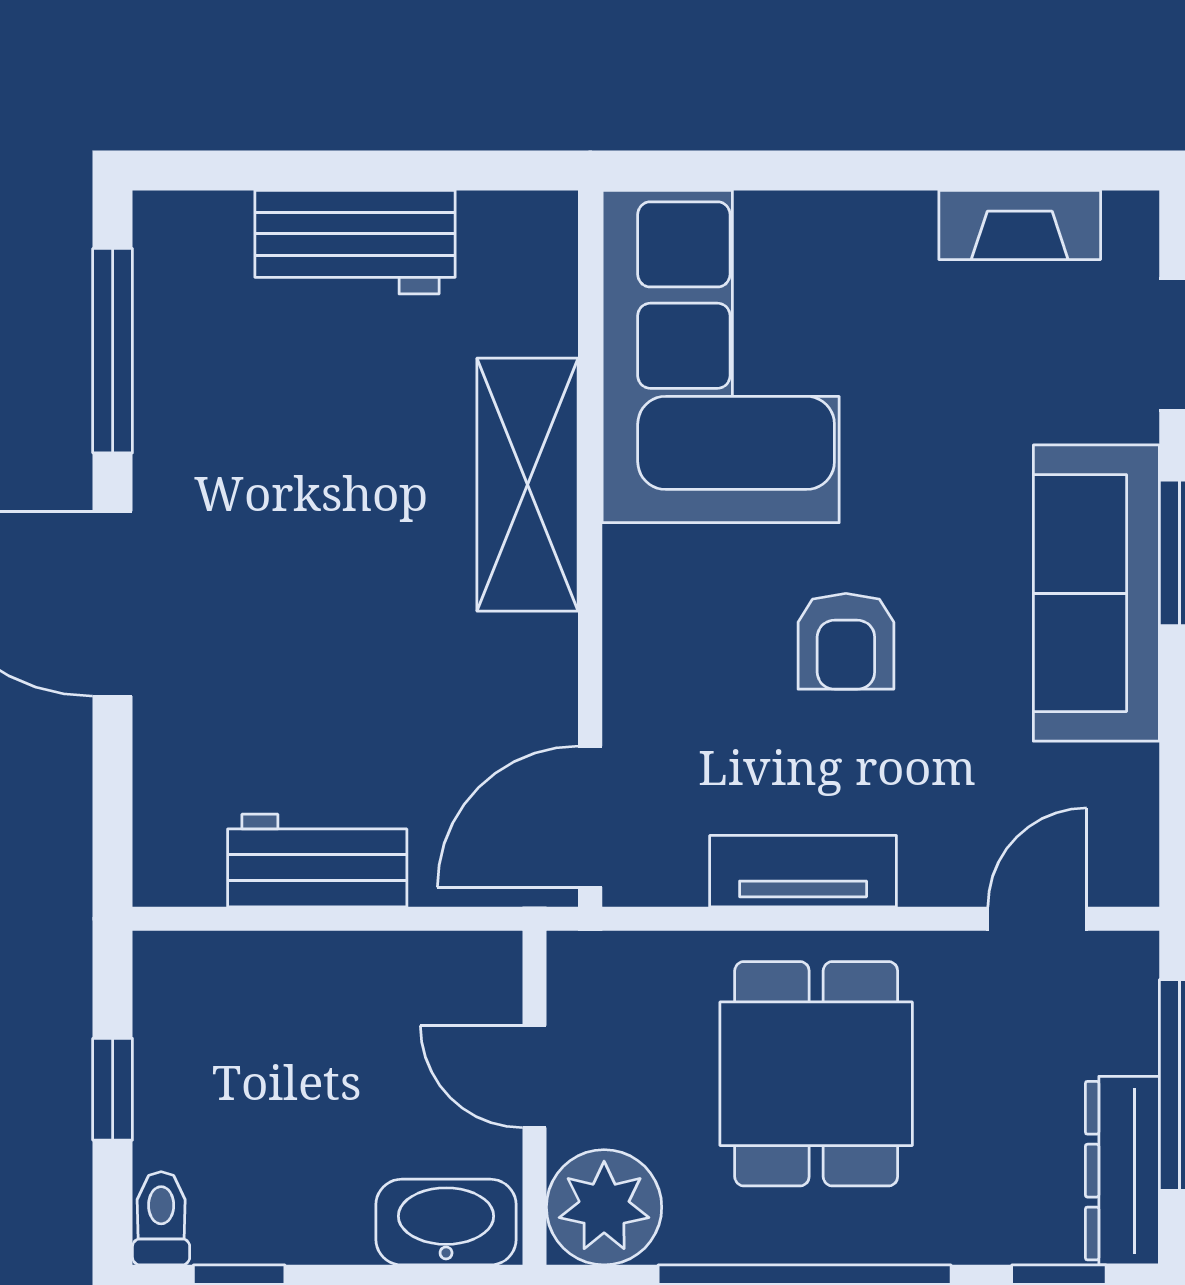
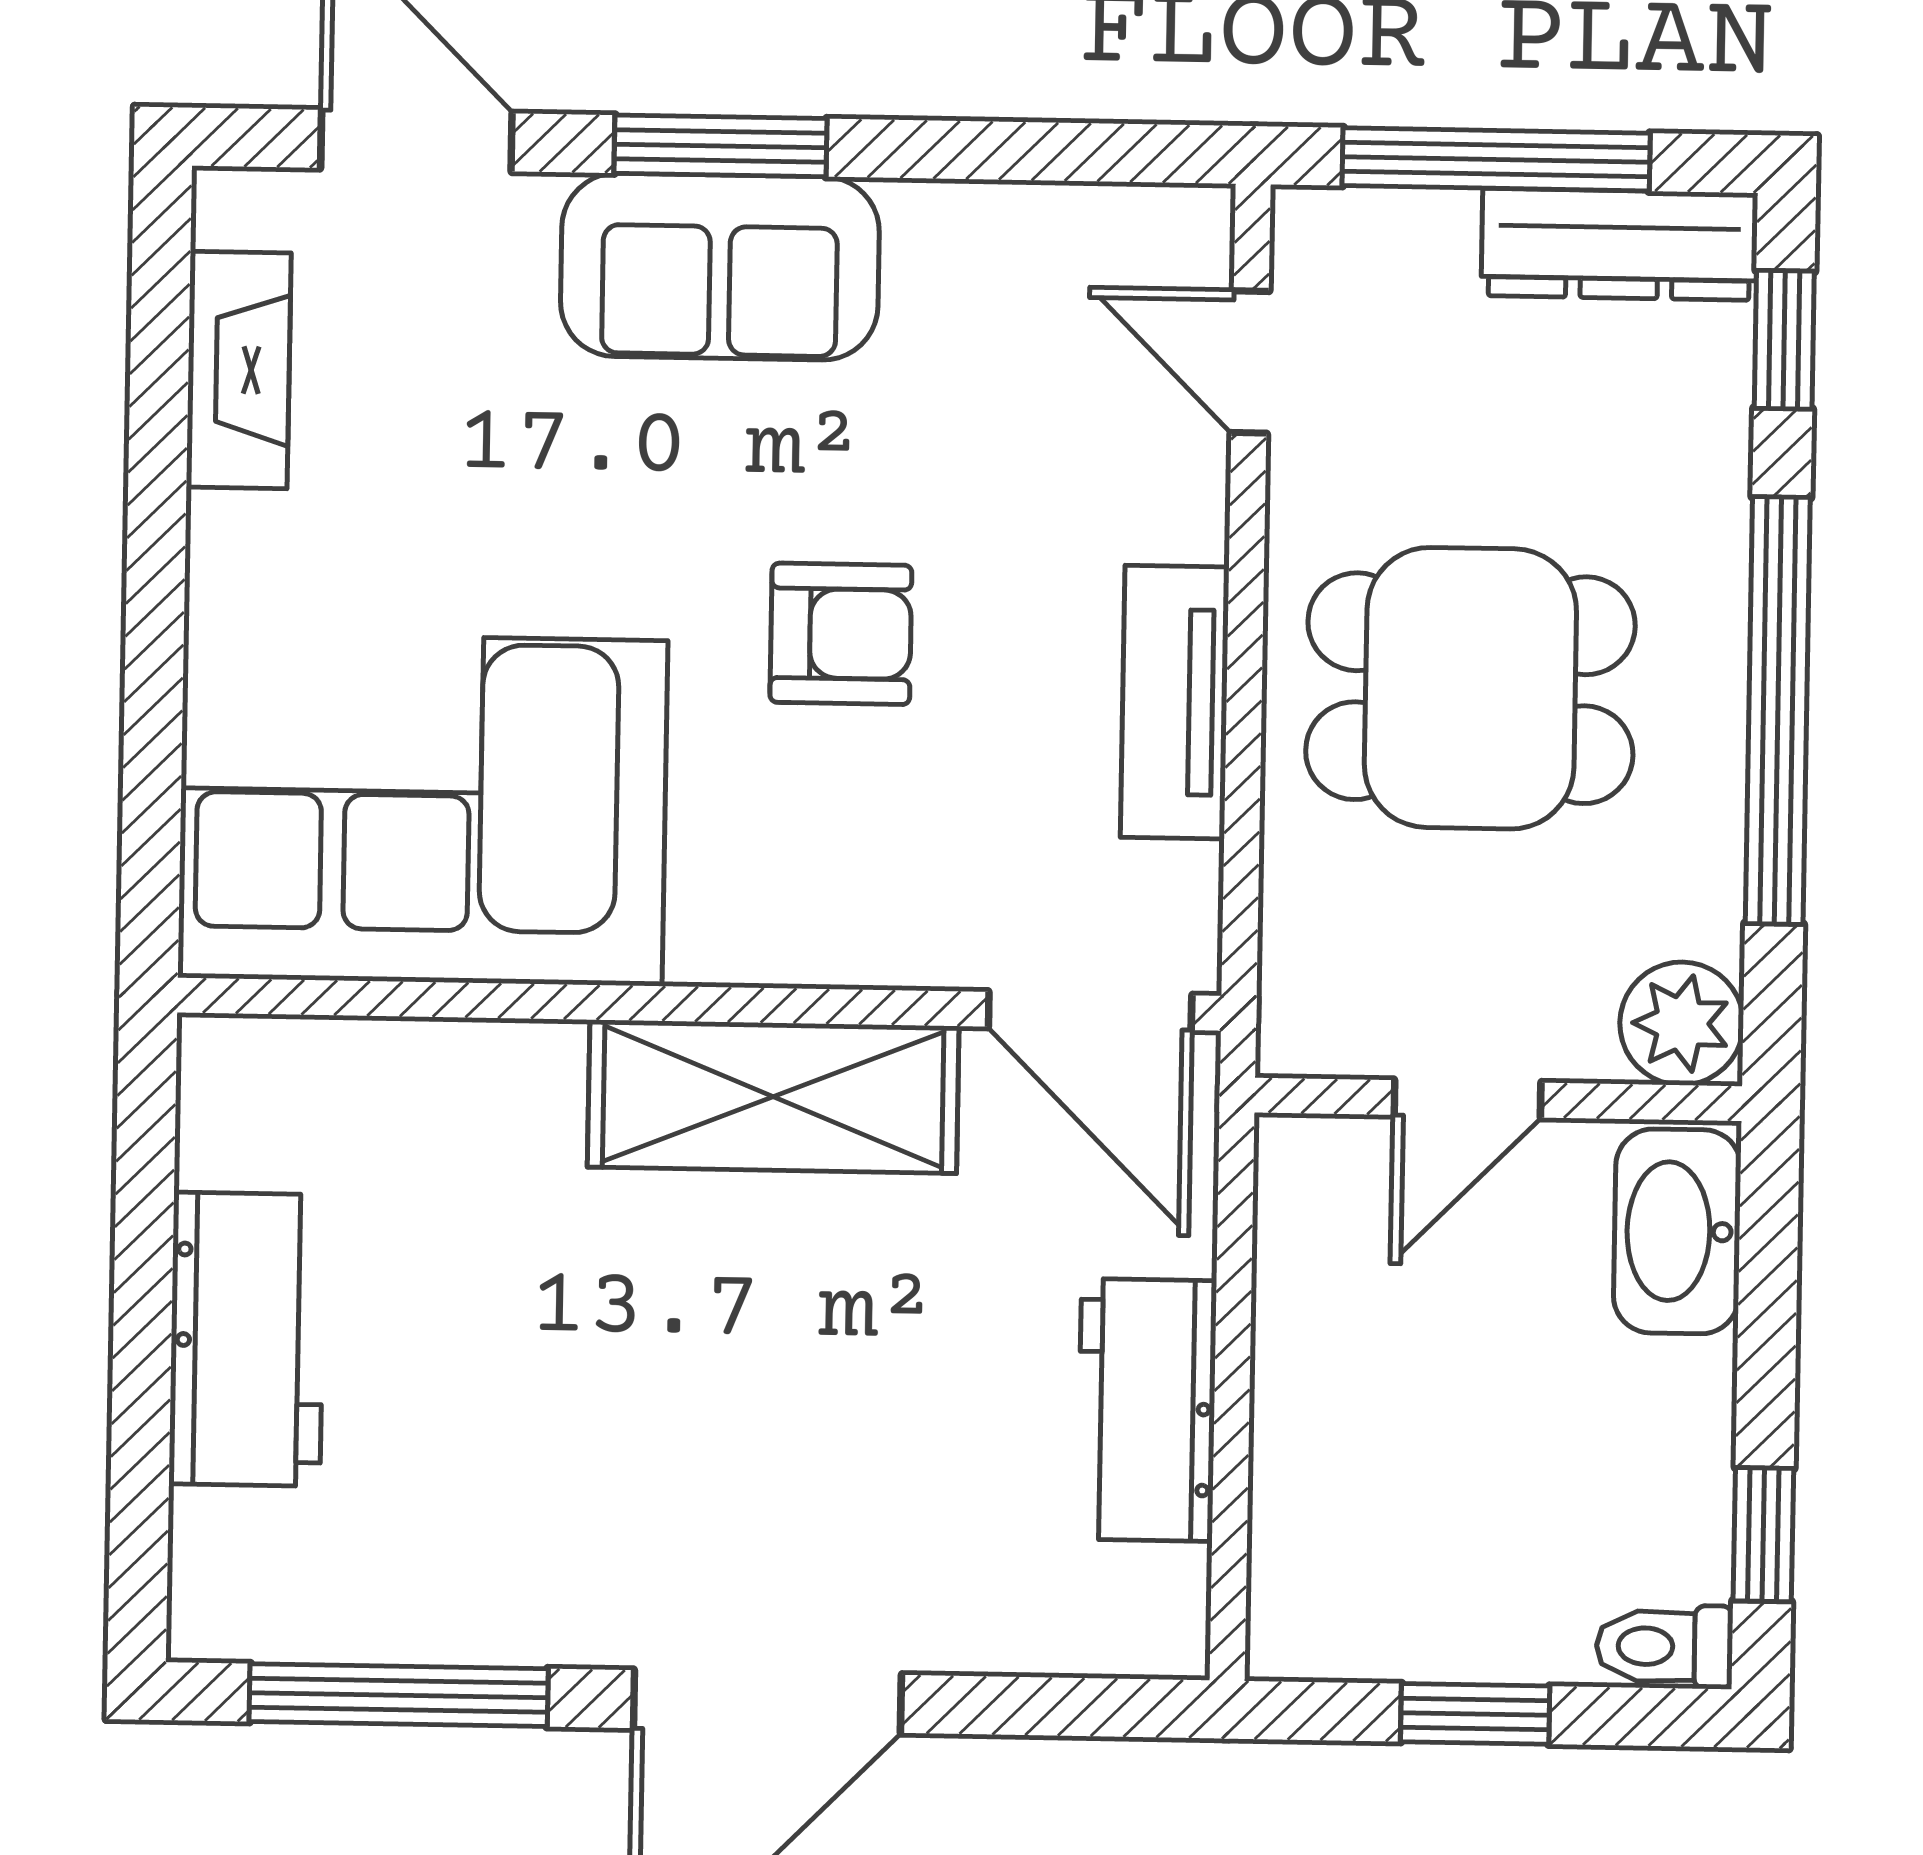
shelving: (528, 485) -> (773, 1097), moved
sofa: (1096, 593) -> (720, 267), width x0.73
plant: (604, 1207) -> (1682, 1023), width x0.73, depth x0.73

